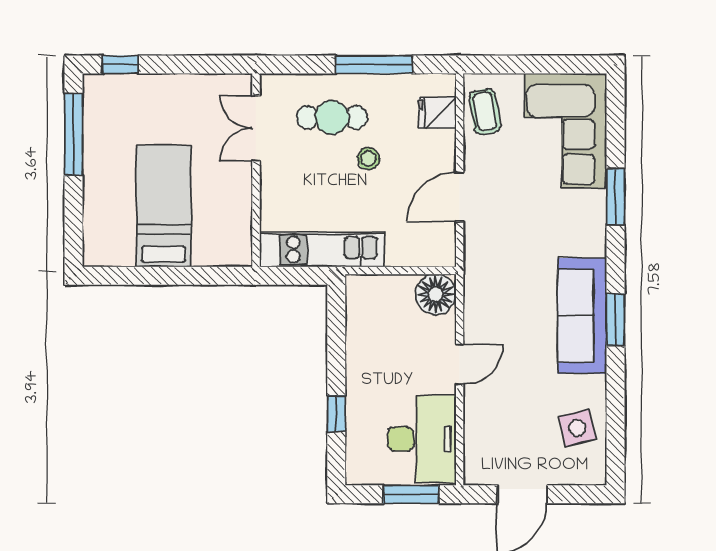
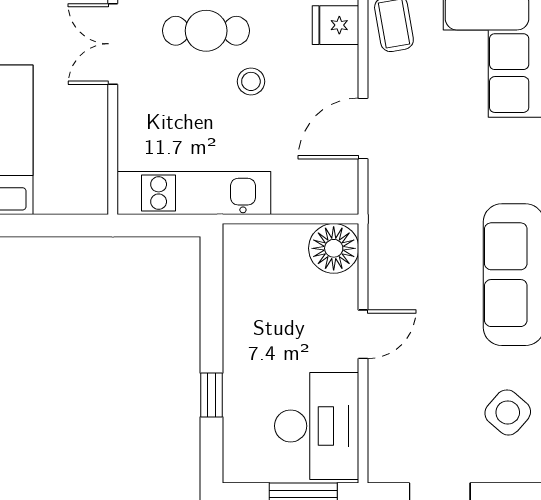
side table: (577, 428) -> (508, 412), turned -35

